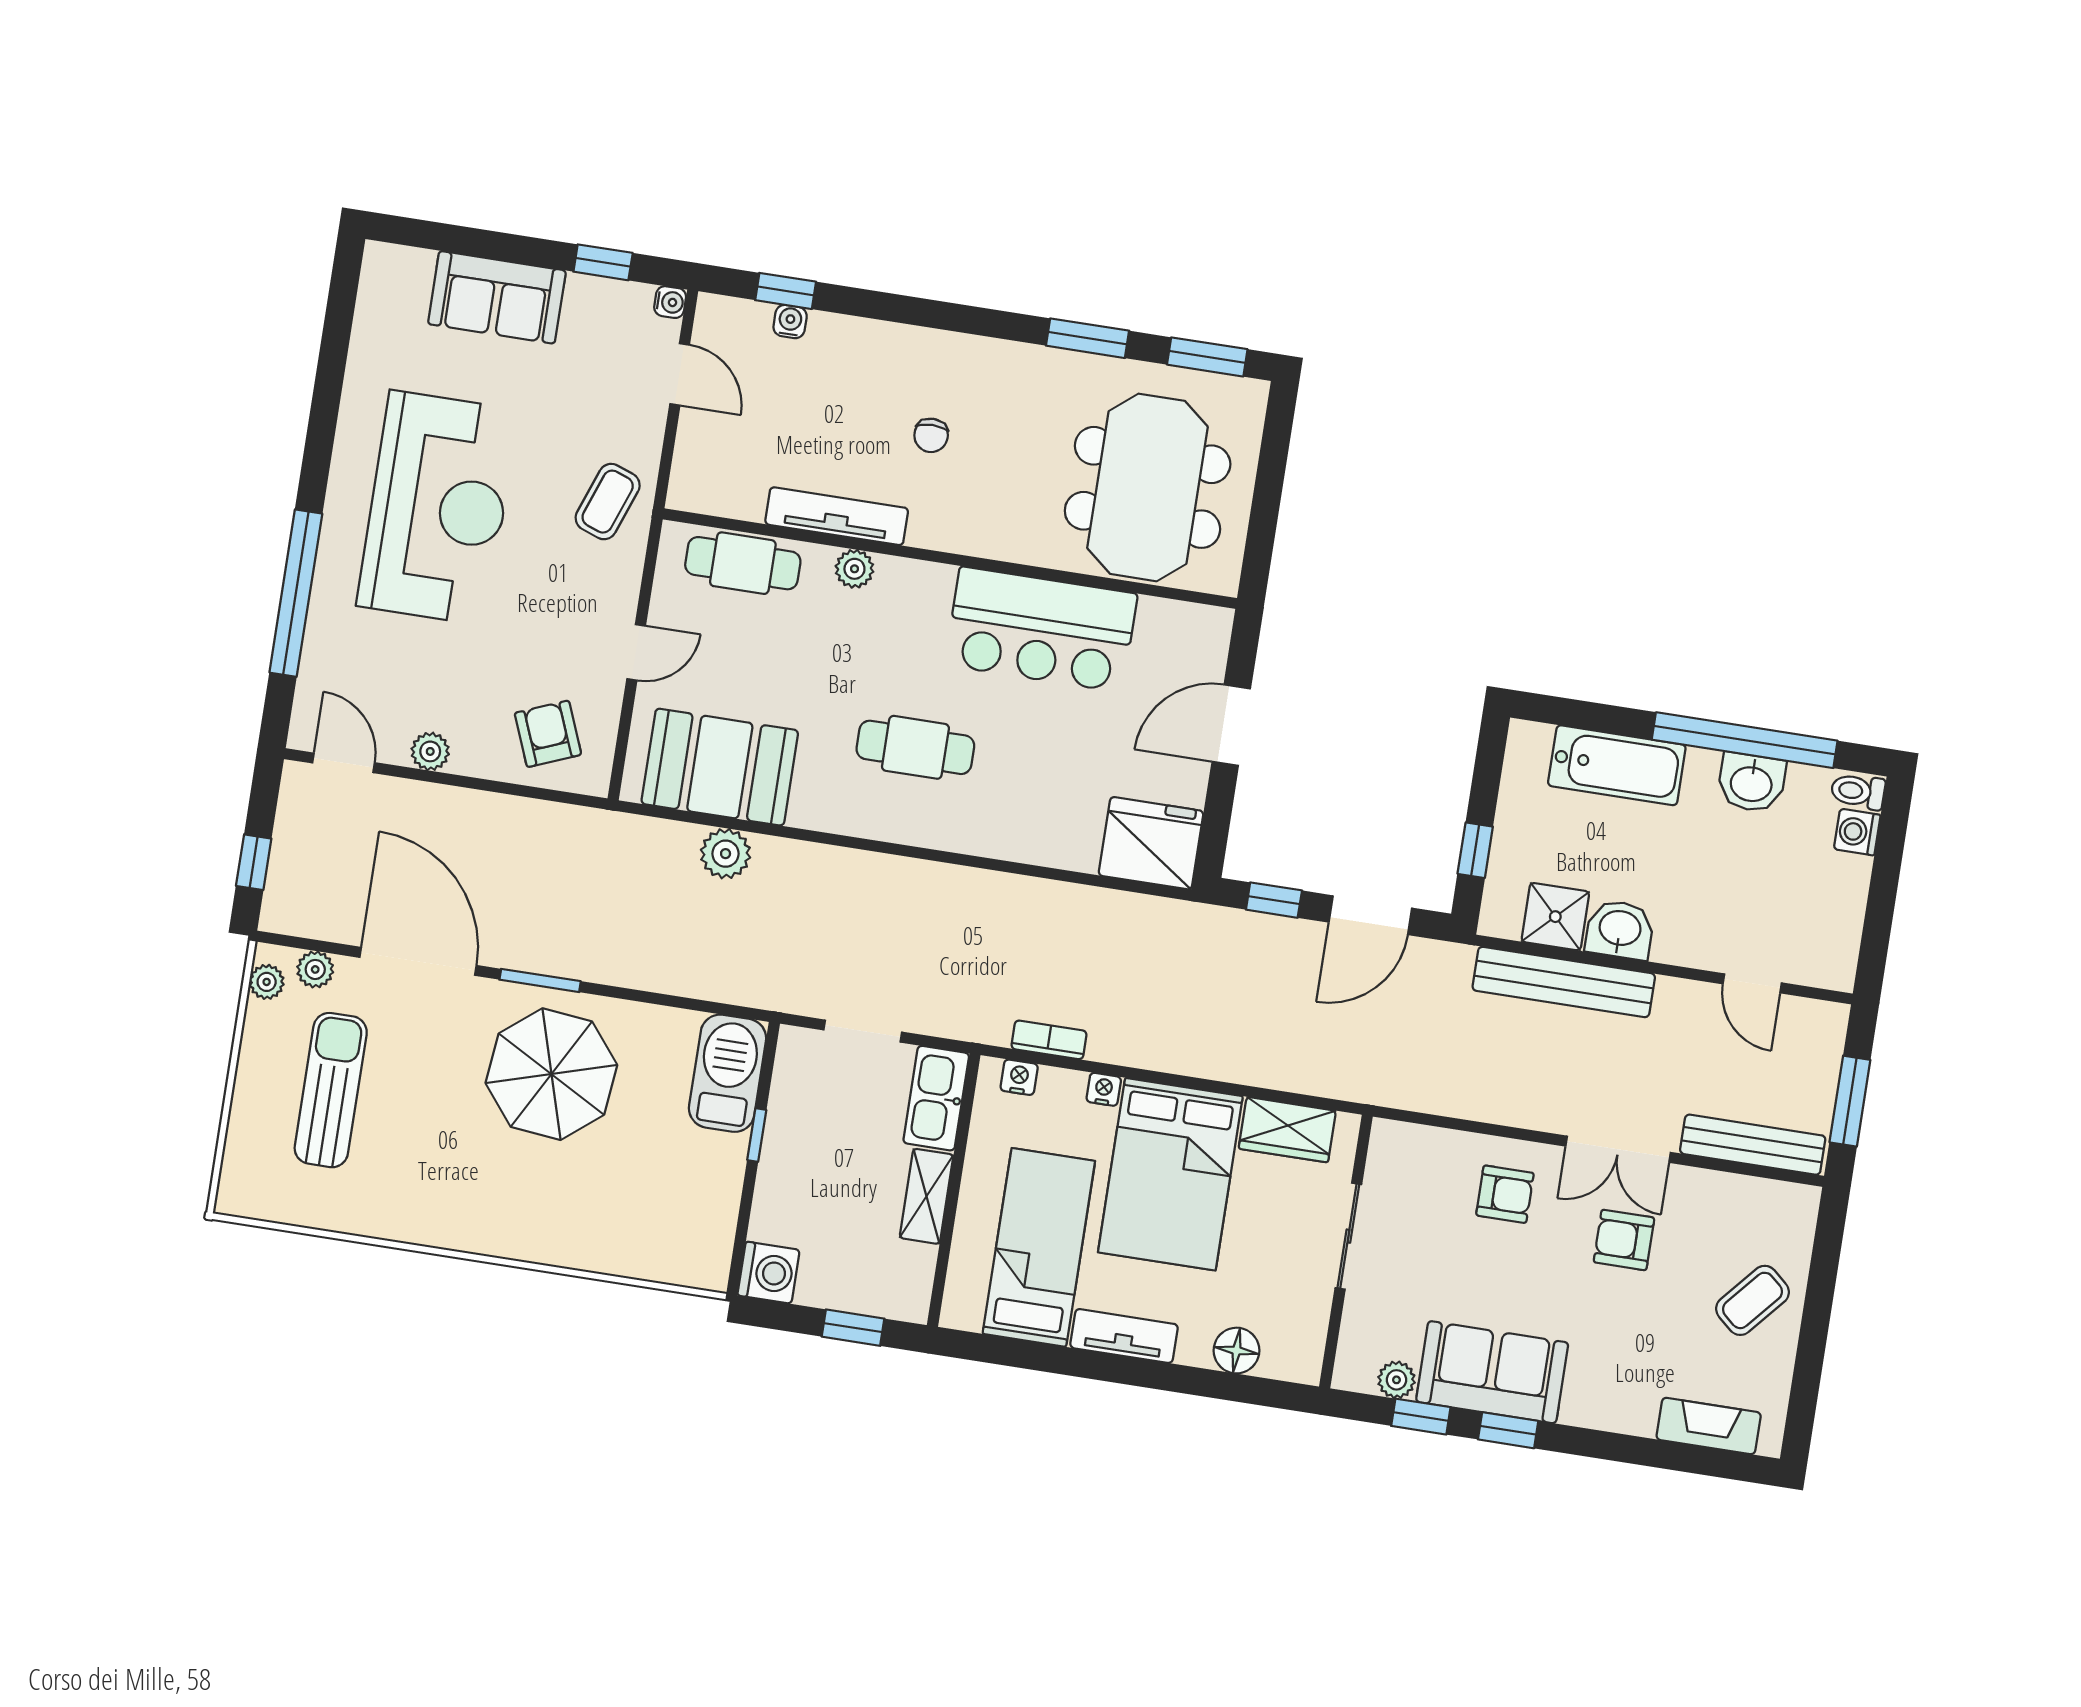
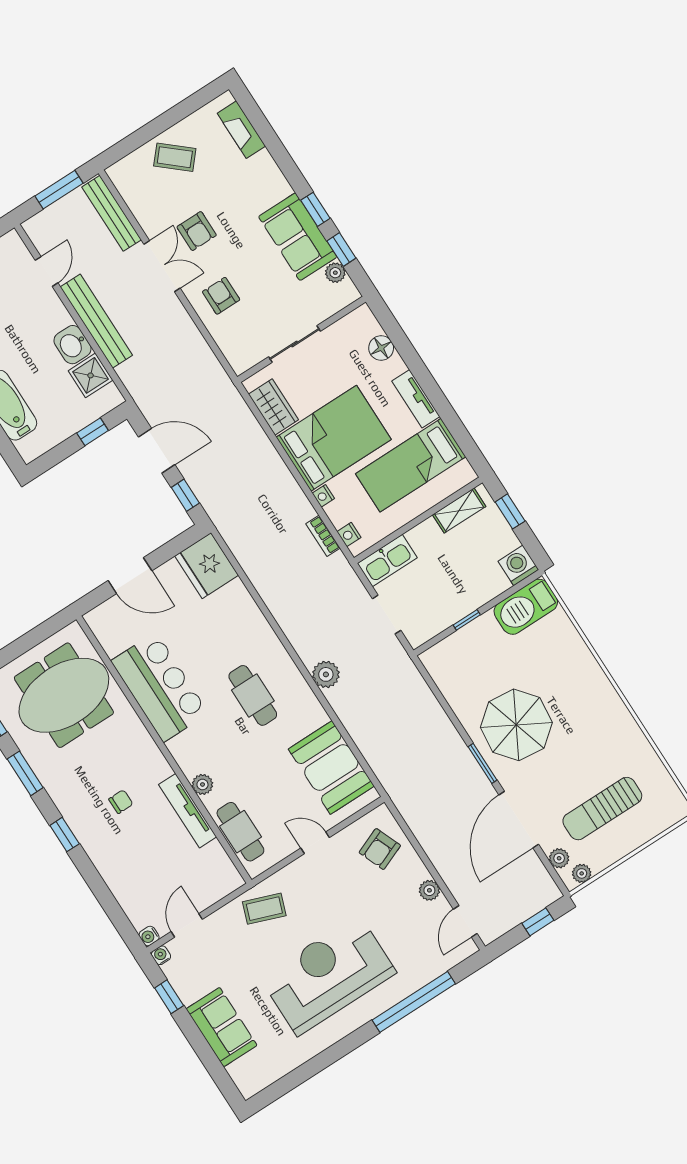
window: (786, 291) -> (65, 835), moved
water cooler: (790, 322) -> (149, 936), moved
plant: (726, 854) -> (326, 674), moved
bench: (1564, 982) -> (96, 321), moved
barbecue: (728, 1073) -> (526, 607), moved
shelving: (927, 1196) -> (459, 511), moved

